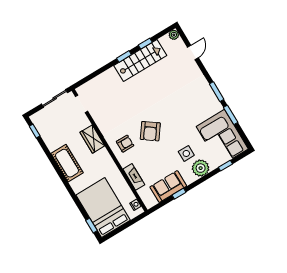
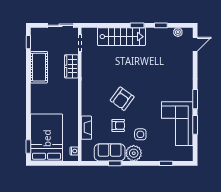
plant: (174, 35) -> (178, 32), moved
door: (193, 52) -> (195, 44), moved
stairs: (140, 60) -> (121, 37), moved
corner sofa: (222, 138) -> (177, 124), moved
wardrobe: (92, 139) -> (71, 66), moved
armchair: (125, 144) -> (118, 125), moved
cot: (67, 163) -> (39, 67), moved
plant: (201, 168) -> (134, 153), moved

